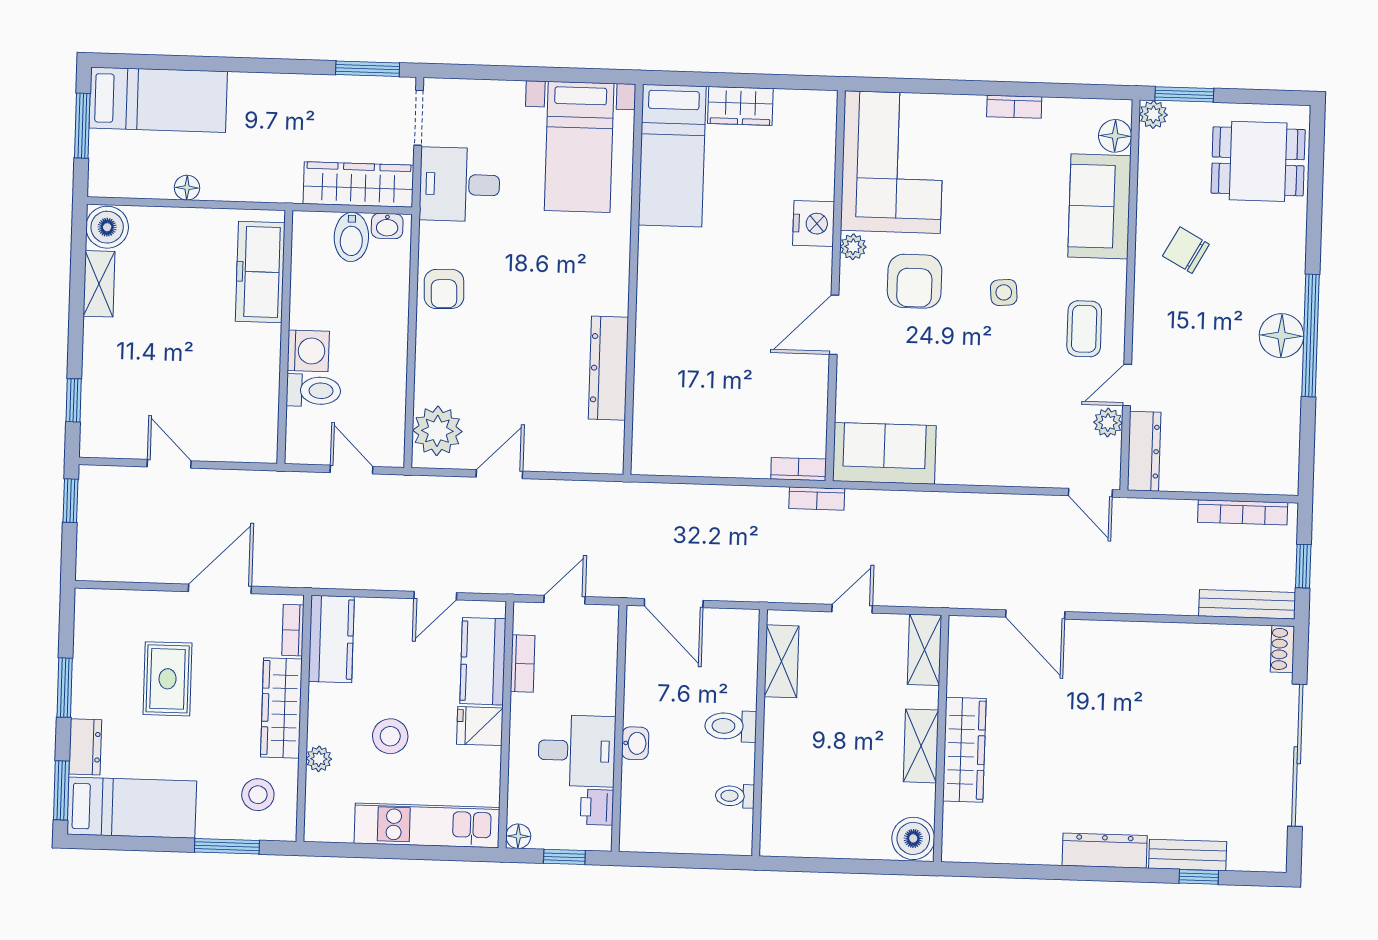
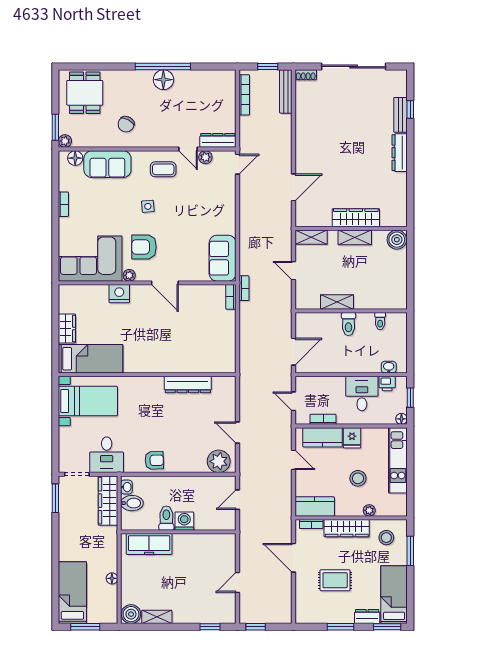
armchair: (915, 281) -> (144, 247), turned 180
toilet: (313, 391) -> (166, 518), moved
shelving: (781, 661) -> (337, 302), moved
washbasin: (635, 743) -> (389, 367), moved

